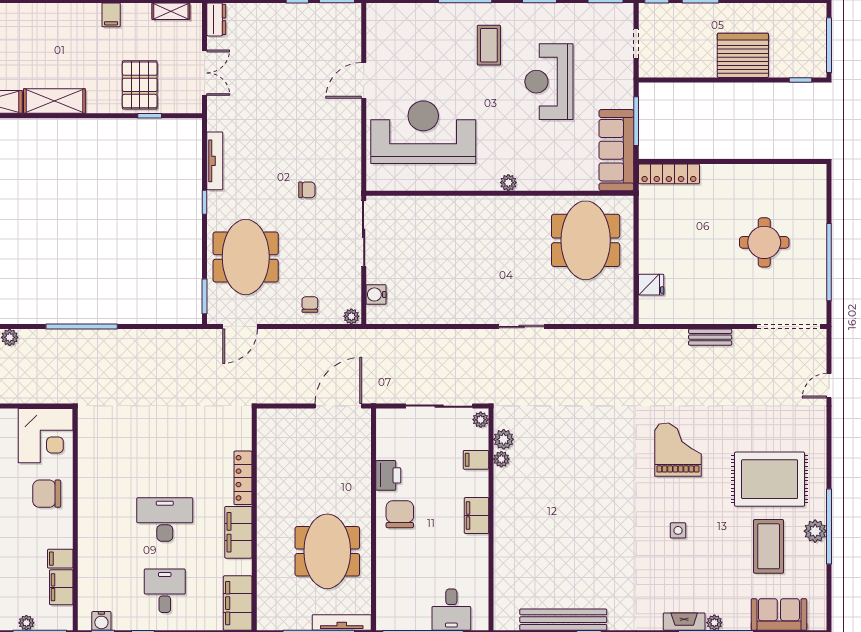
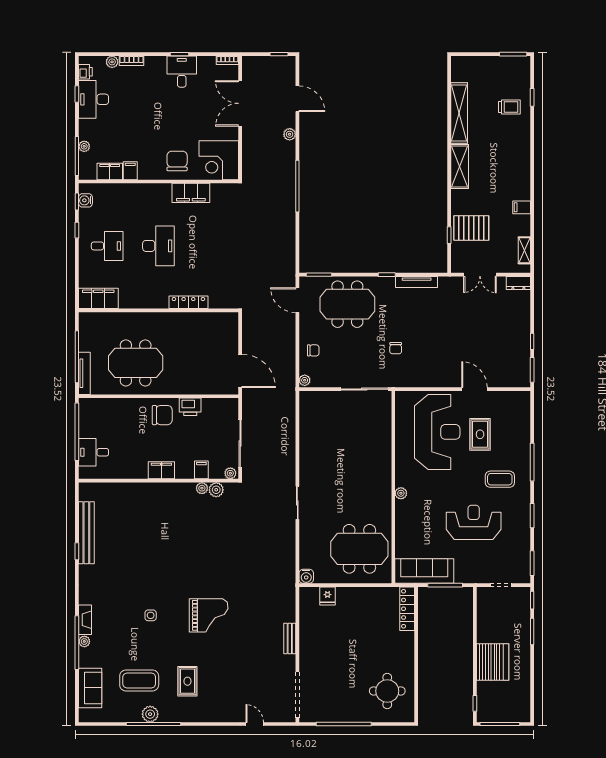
rug: (426, 73) -> (480, 434), added
round table: (764, 242) -> (387, 691), moved
water cooler: (376, 294) -> (306, 576), moved, turned 180
rug: (770, 479) -> (187, 681), width x0.54, depth x0.49
filing cabinet: (238, 532) -> (191, 193), moved, turned 180

